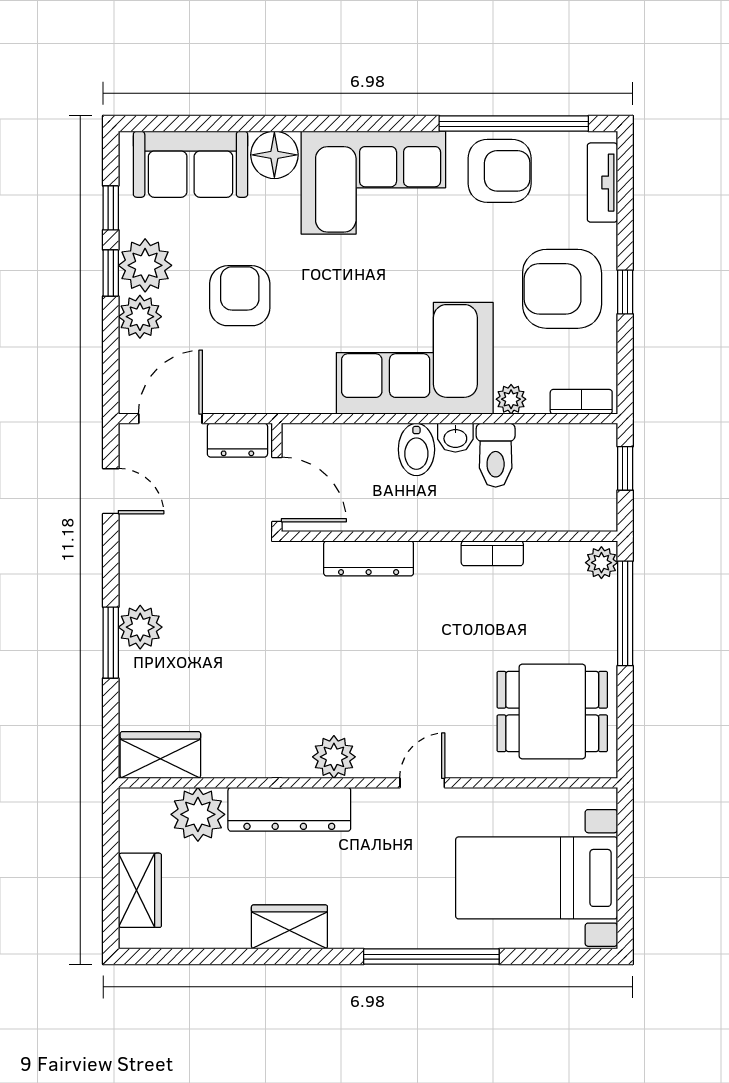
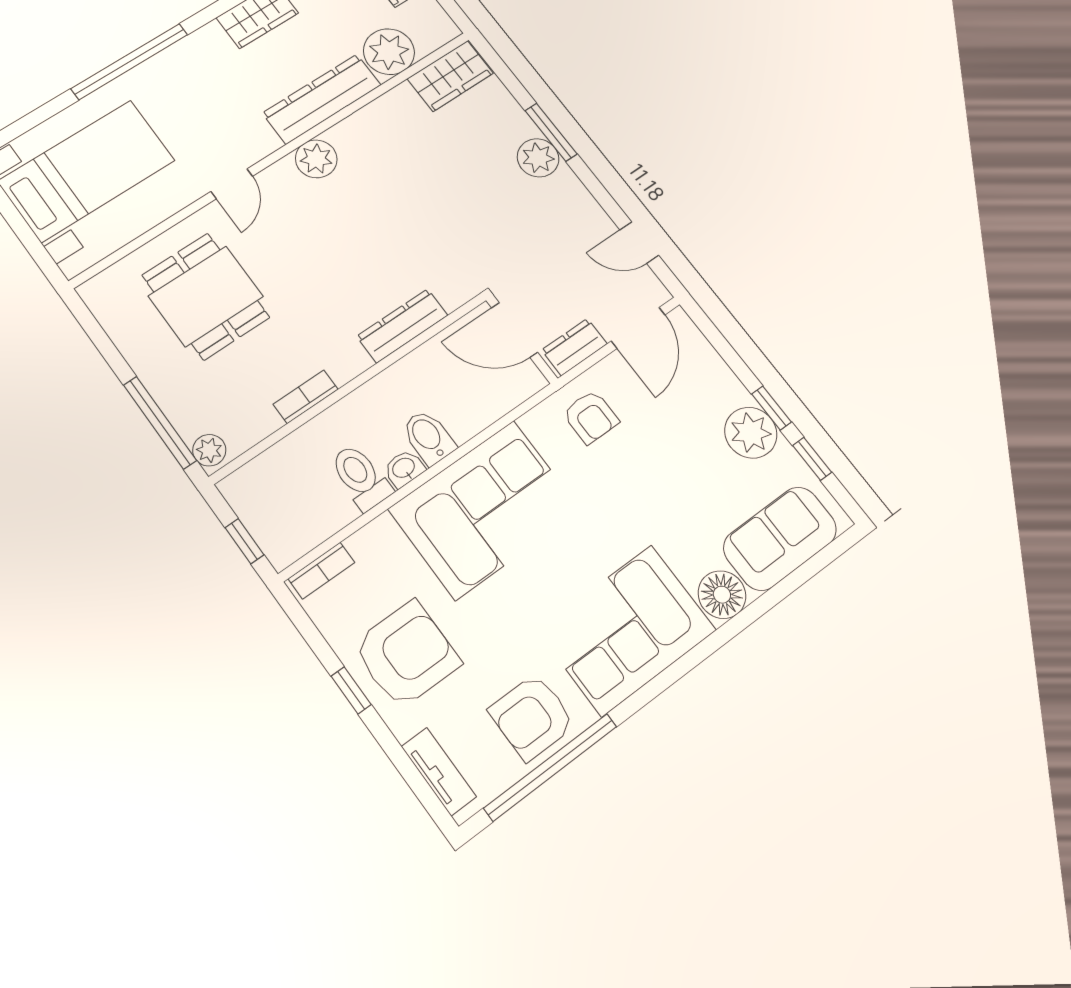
armchair: (240, 296) -> (591, 417), moved, width x0.72, depth x0.72
plant: (140, 317) -> (723, 390), removed
plant: (511, 399) -> (381, 532), removed
dining table: (552, 712) -> (206, 296), moved, turned 90

